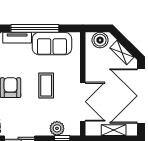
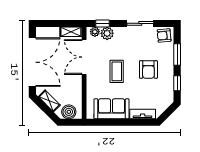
window: (35, 28) -> (127, 122), removed
plant: (71, 130) -> (95, 32), added
shelving: (114, 130) -> (71, 32), moved

